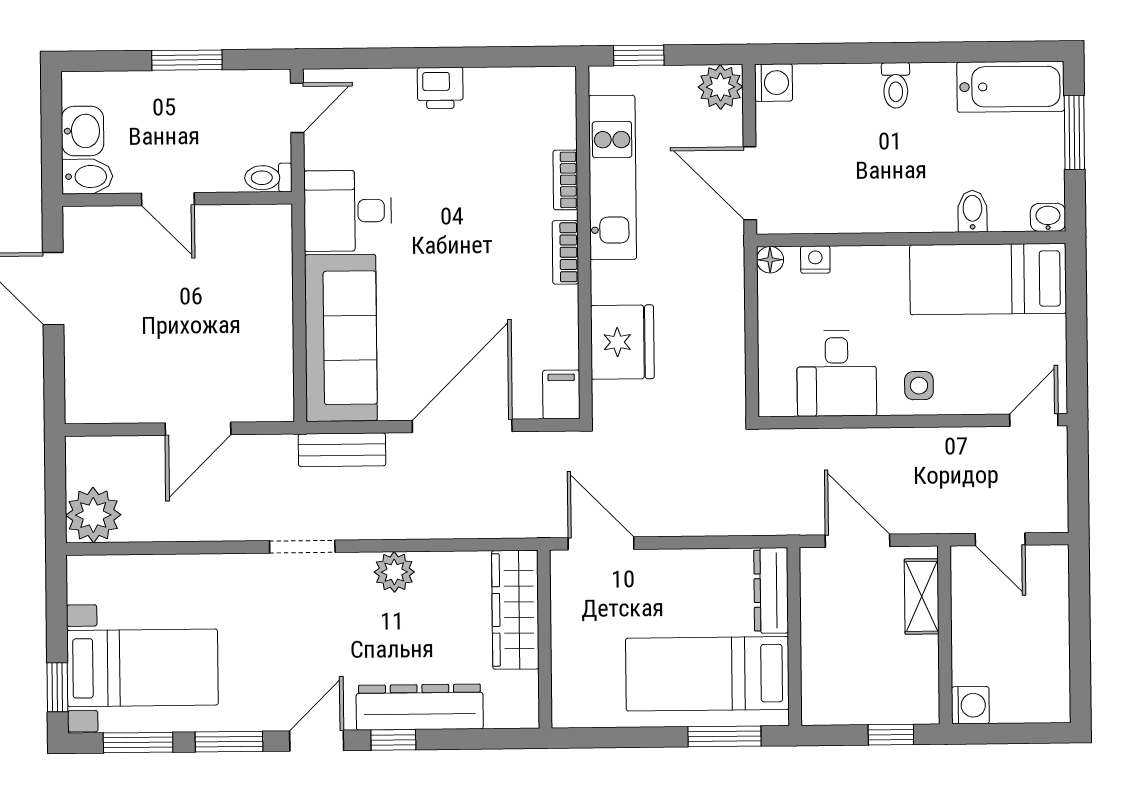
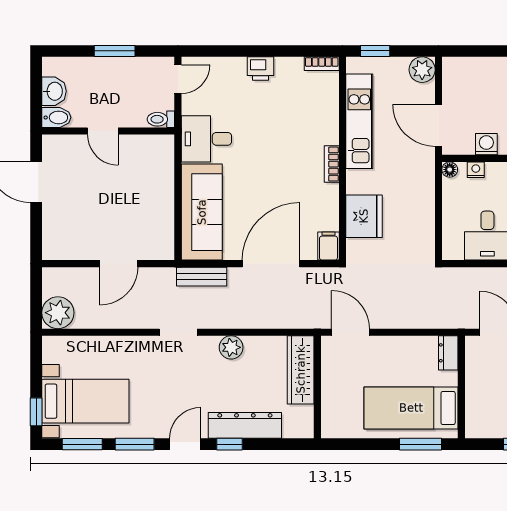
washing machine: (774, 83) -> (486, 144), moved, turned -90
bookcase: (565, 180) -> (322, 64), moved, turned -90
dresser: (771, 590) -> (448, 353), width x0.70

